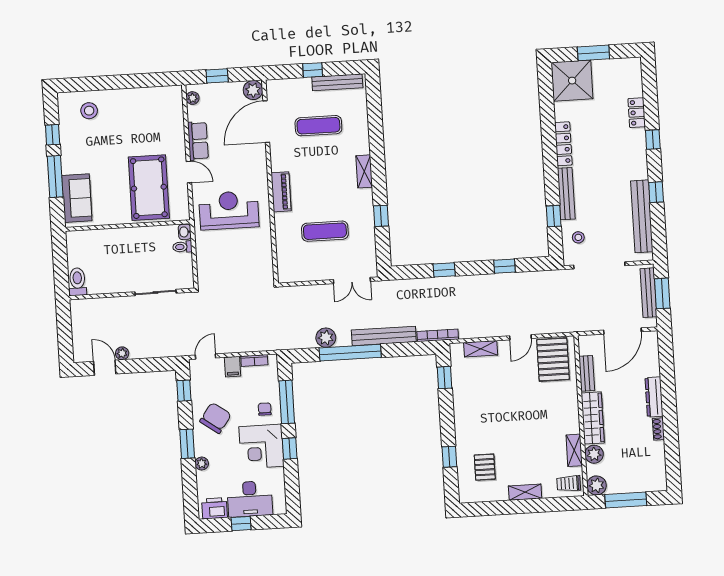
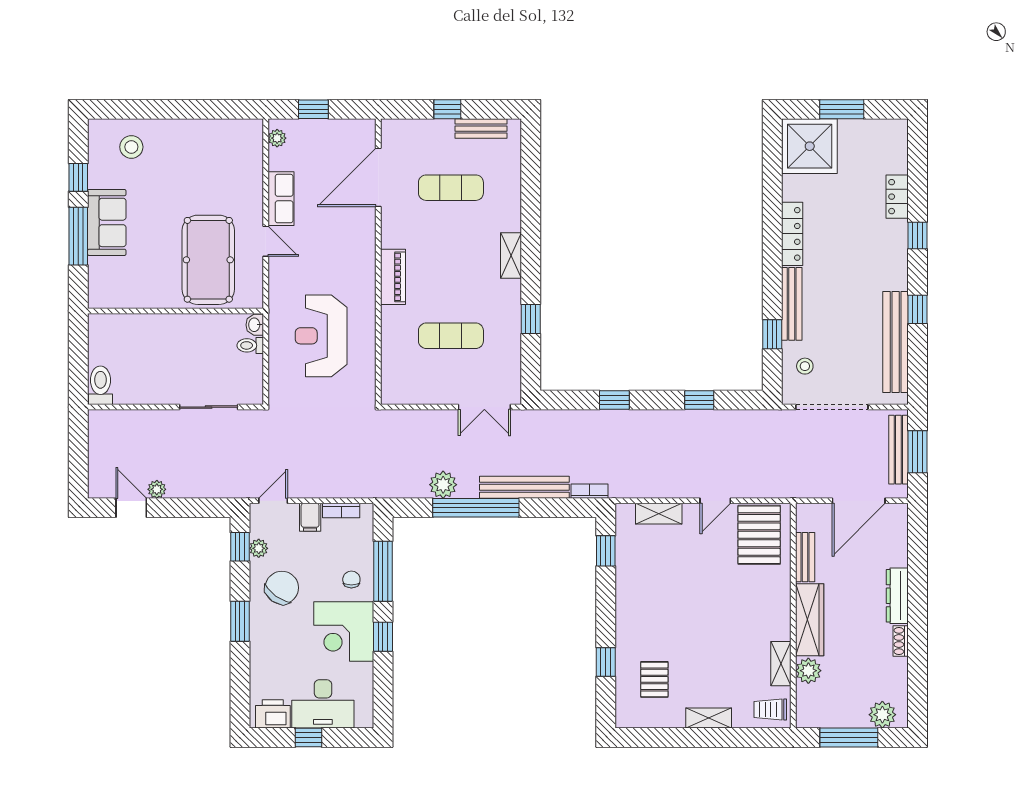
bench: (337, 82) -> (481, 129), width x0.73
plant: (253, 90) -> (362, 132), removed
sofa: (77, 198) -> (107, 222), moved
reception desk: (229, 210) -> (321, 336), moved, turned -90
bookcase: (438, 335) -> (589, 491), width x0.64
plant: (202, 463) -> (259, 548), moved
plant: (597, 485) -> (882, 715), moved

